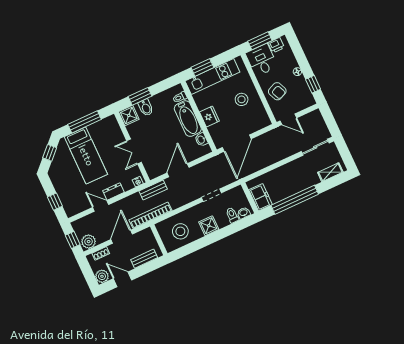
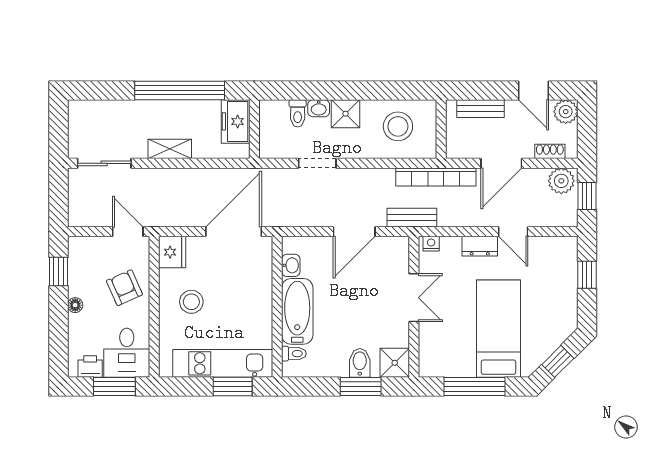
fridge: (209, 116) -> (172, 252), moved, turned 180
shelving: (330, 172) -> (170, 149), moved
washbasin: (244, 213) -> (319, 108), moved

